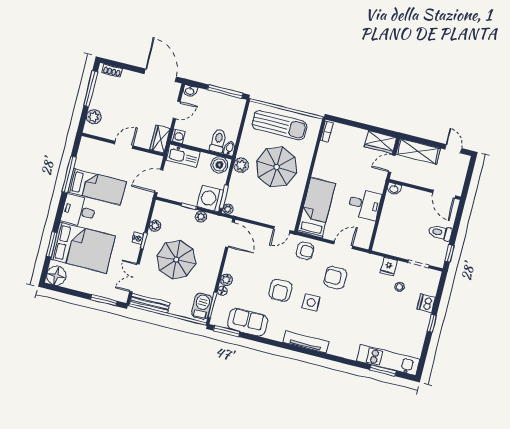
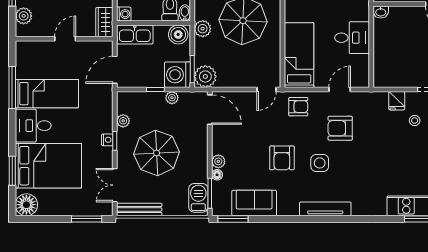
plant: (228, 209) -> (205, 76), width x1.87, depth x1.87

